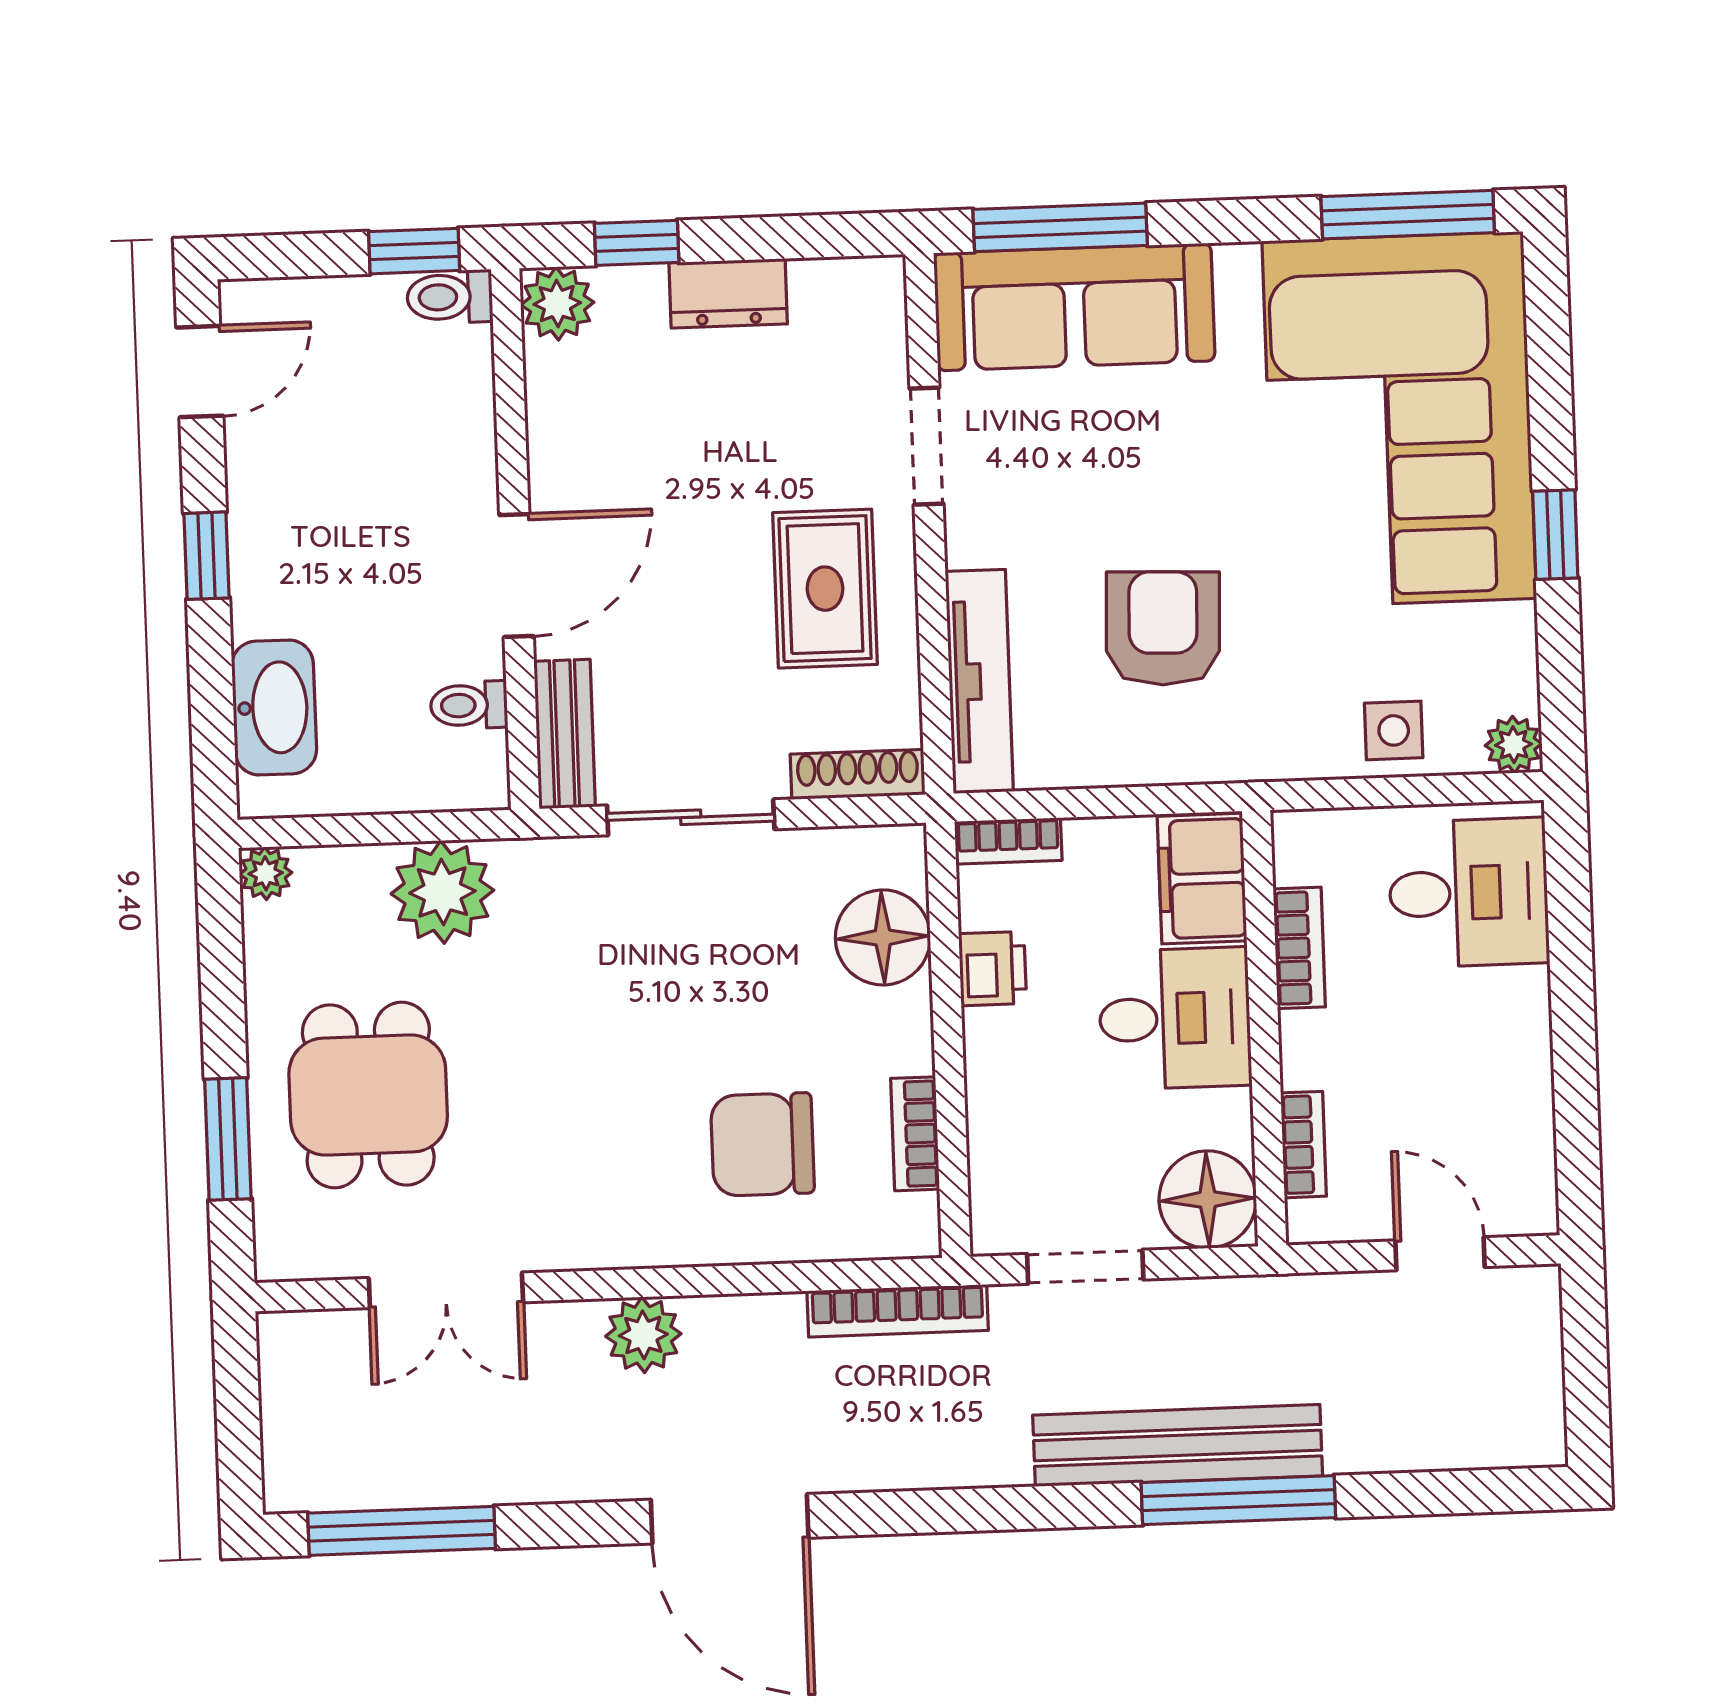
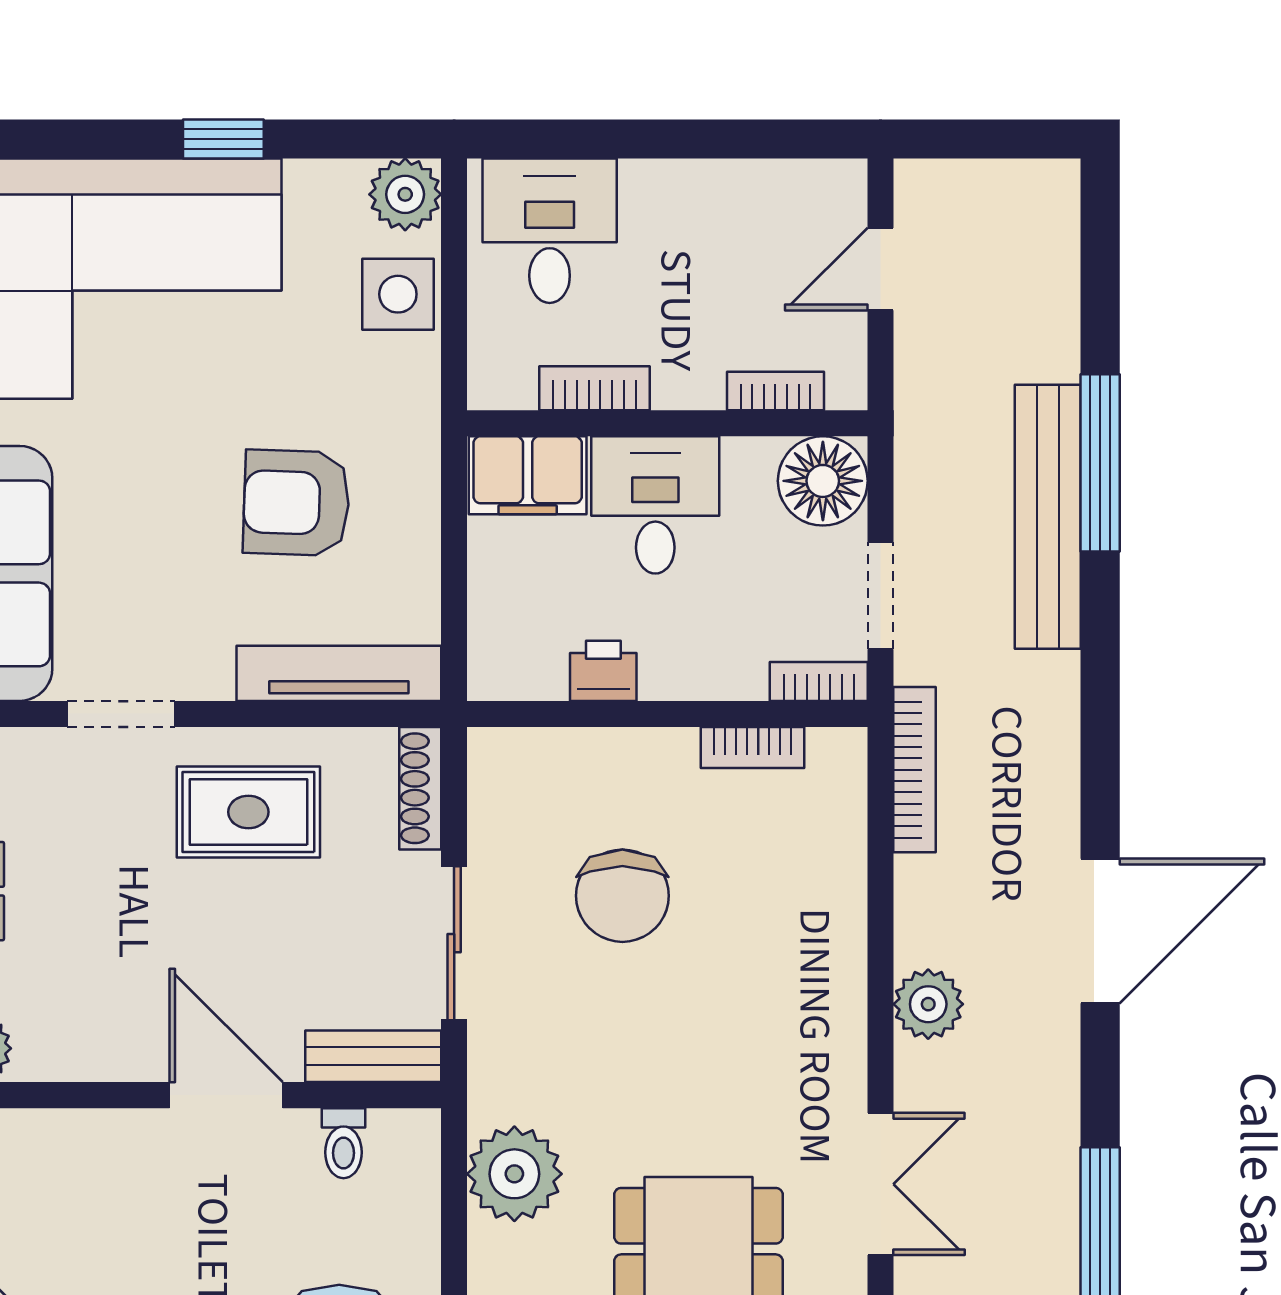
side table: (1394, 730) -> (398, 294), width x1.37, depth x1.37
plant: (1513, 745) -> (405, 194), width x1.38, depth x1.38
bookcase: (1008, 841) -> (819, 681), moved, turned -90
floor lamp: (883, 937) -> (571, 771), removed
chair: (762, 1144) -> (622, 896), moved

